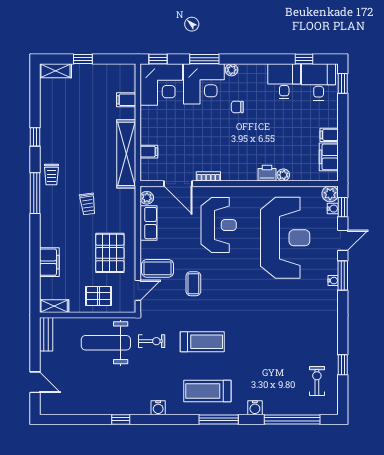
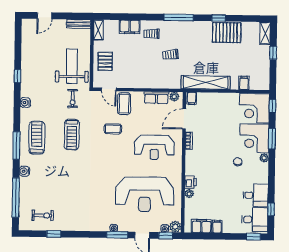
filing cabinet: (149, 152) -> (192, 98), moved
trolley: (51, 175) -> (152, 34), moved
pallet: (110, 253) -> (227, 33), moved

